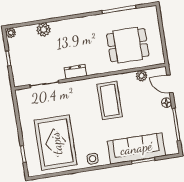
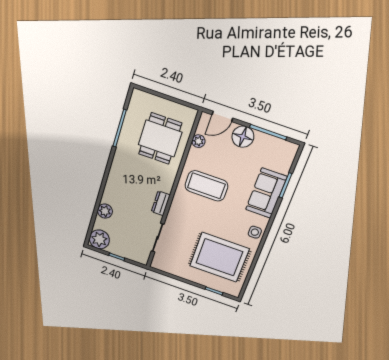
plant: (11, 33) -> (99, 239), width x1.88, depth x1.88
floor lamp: (167, 103) -> (243, 137), width x1.89, depth x1.89
sofa: (136, 148) -> (266, 193), width x0.73

